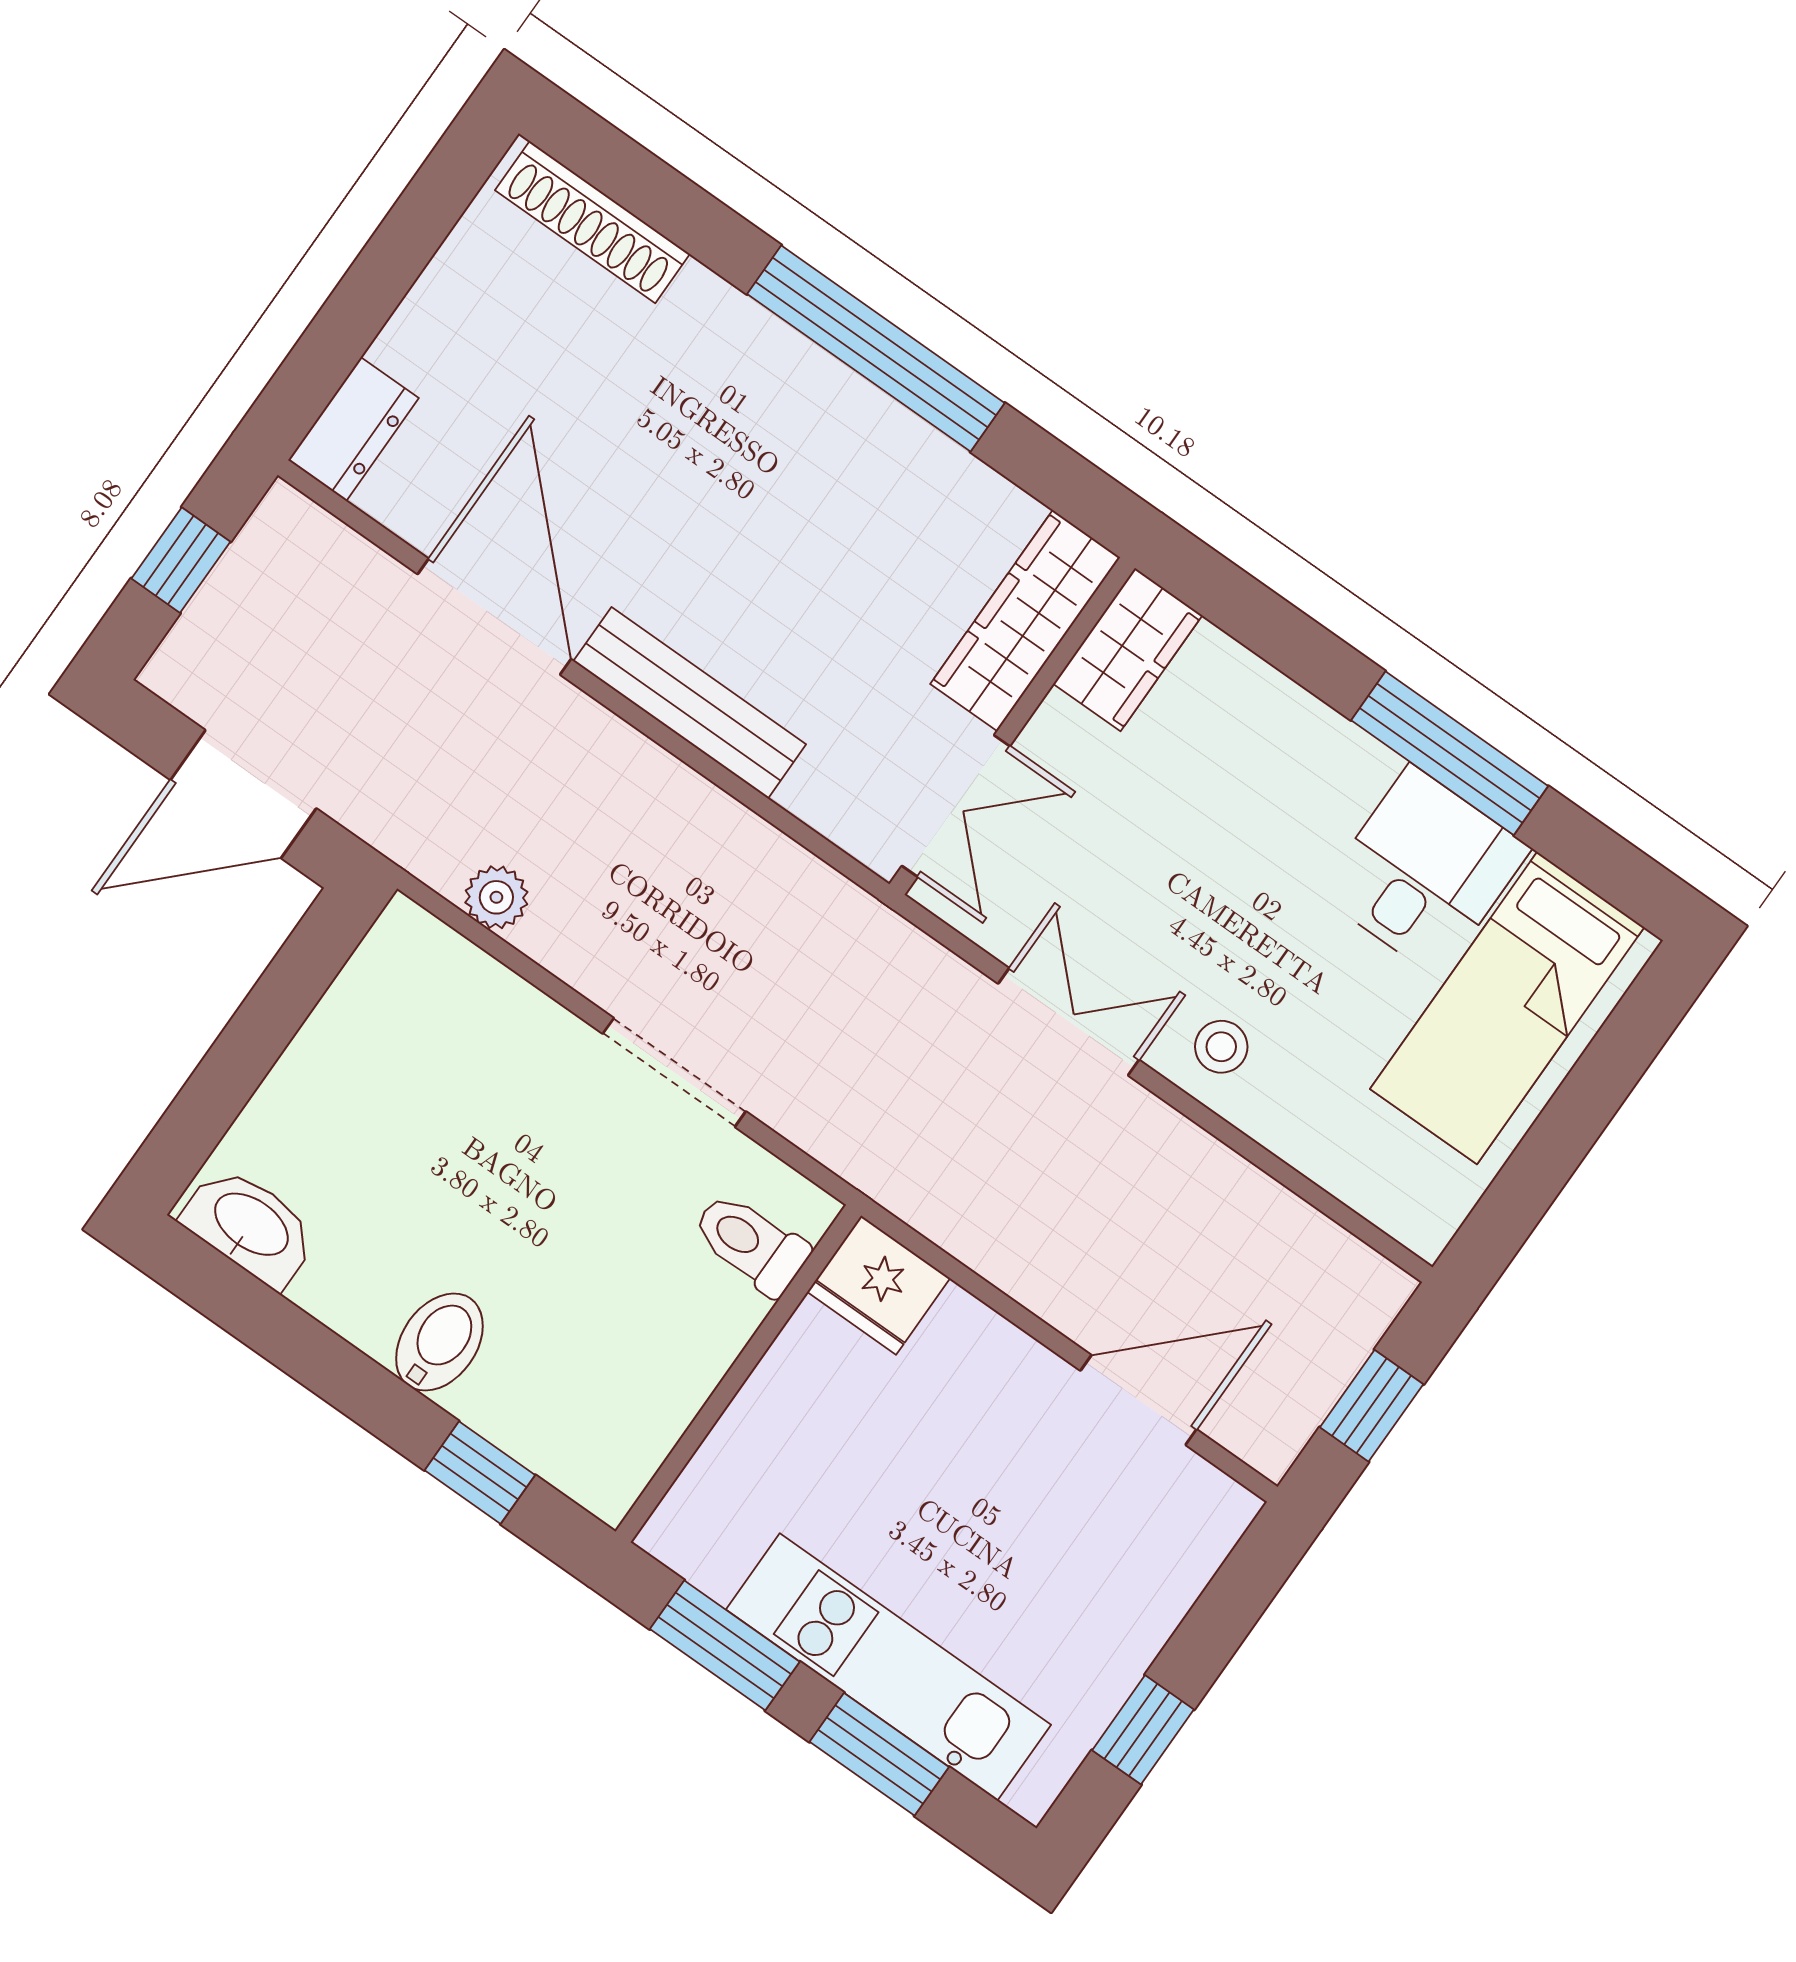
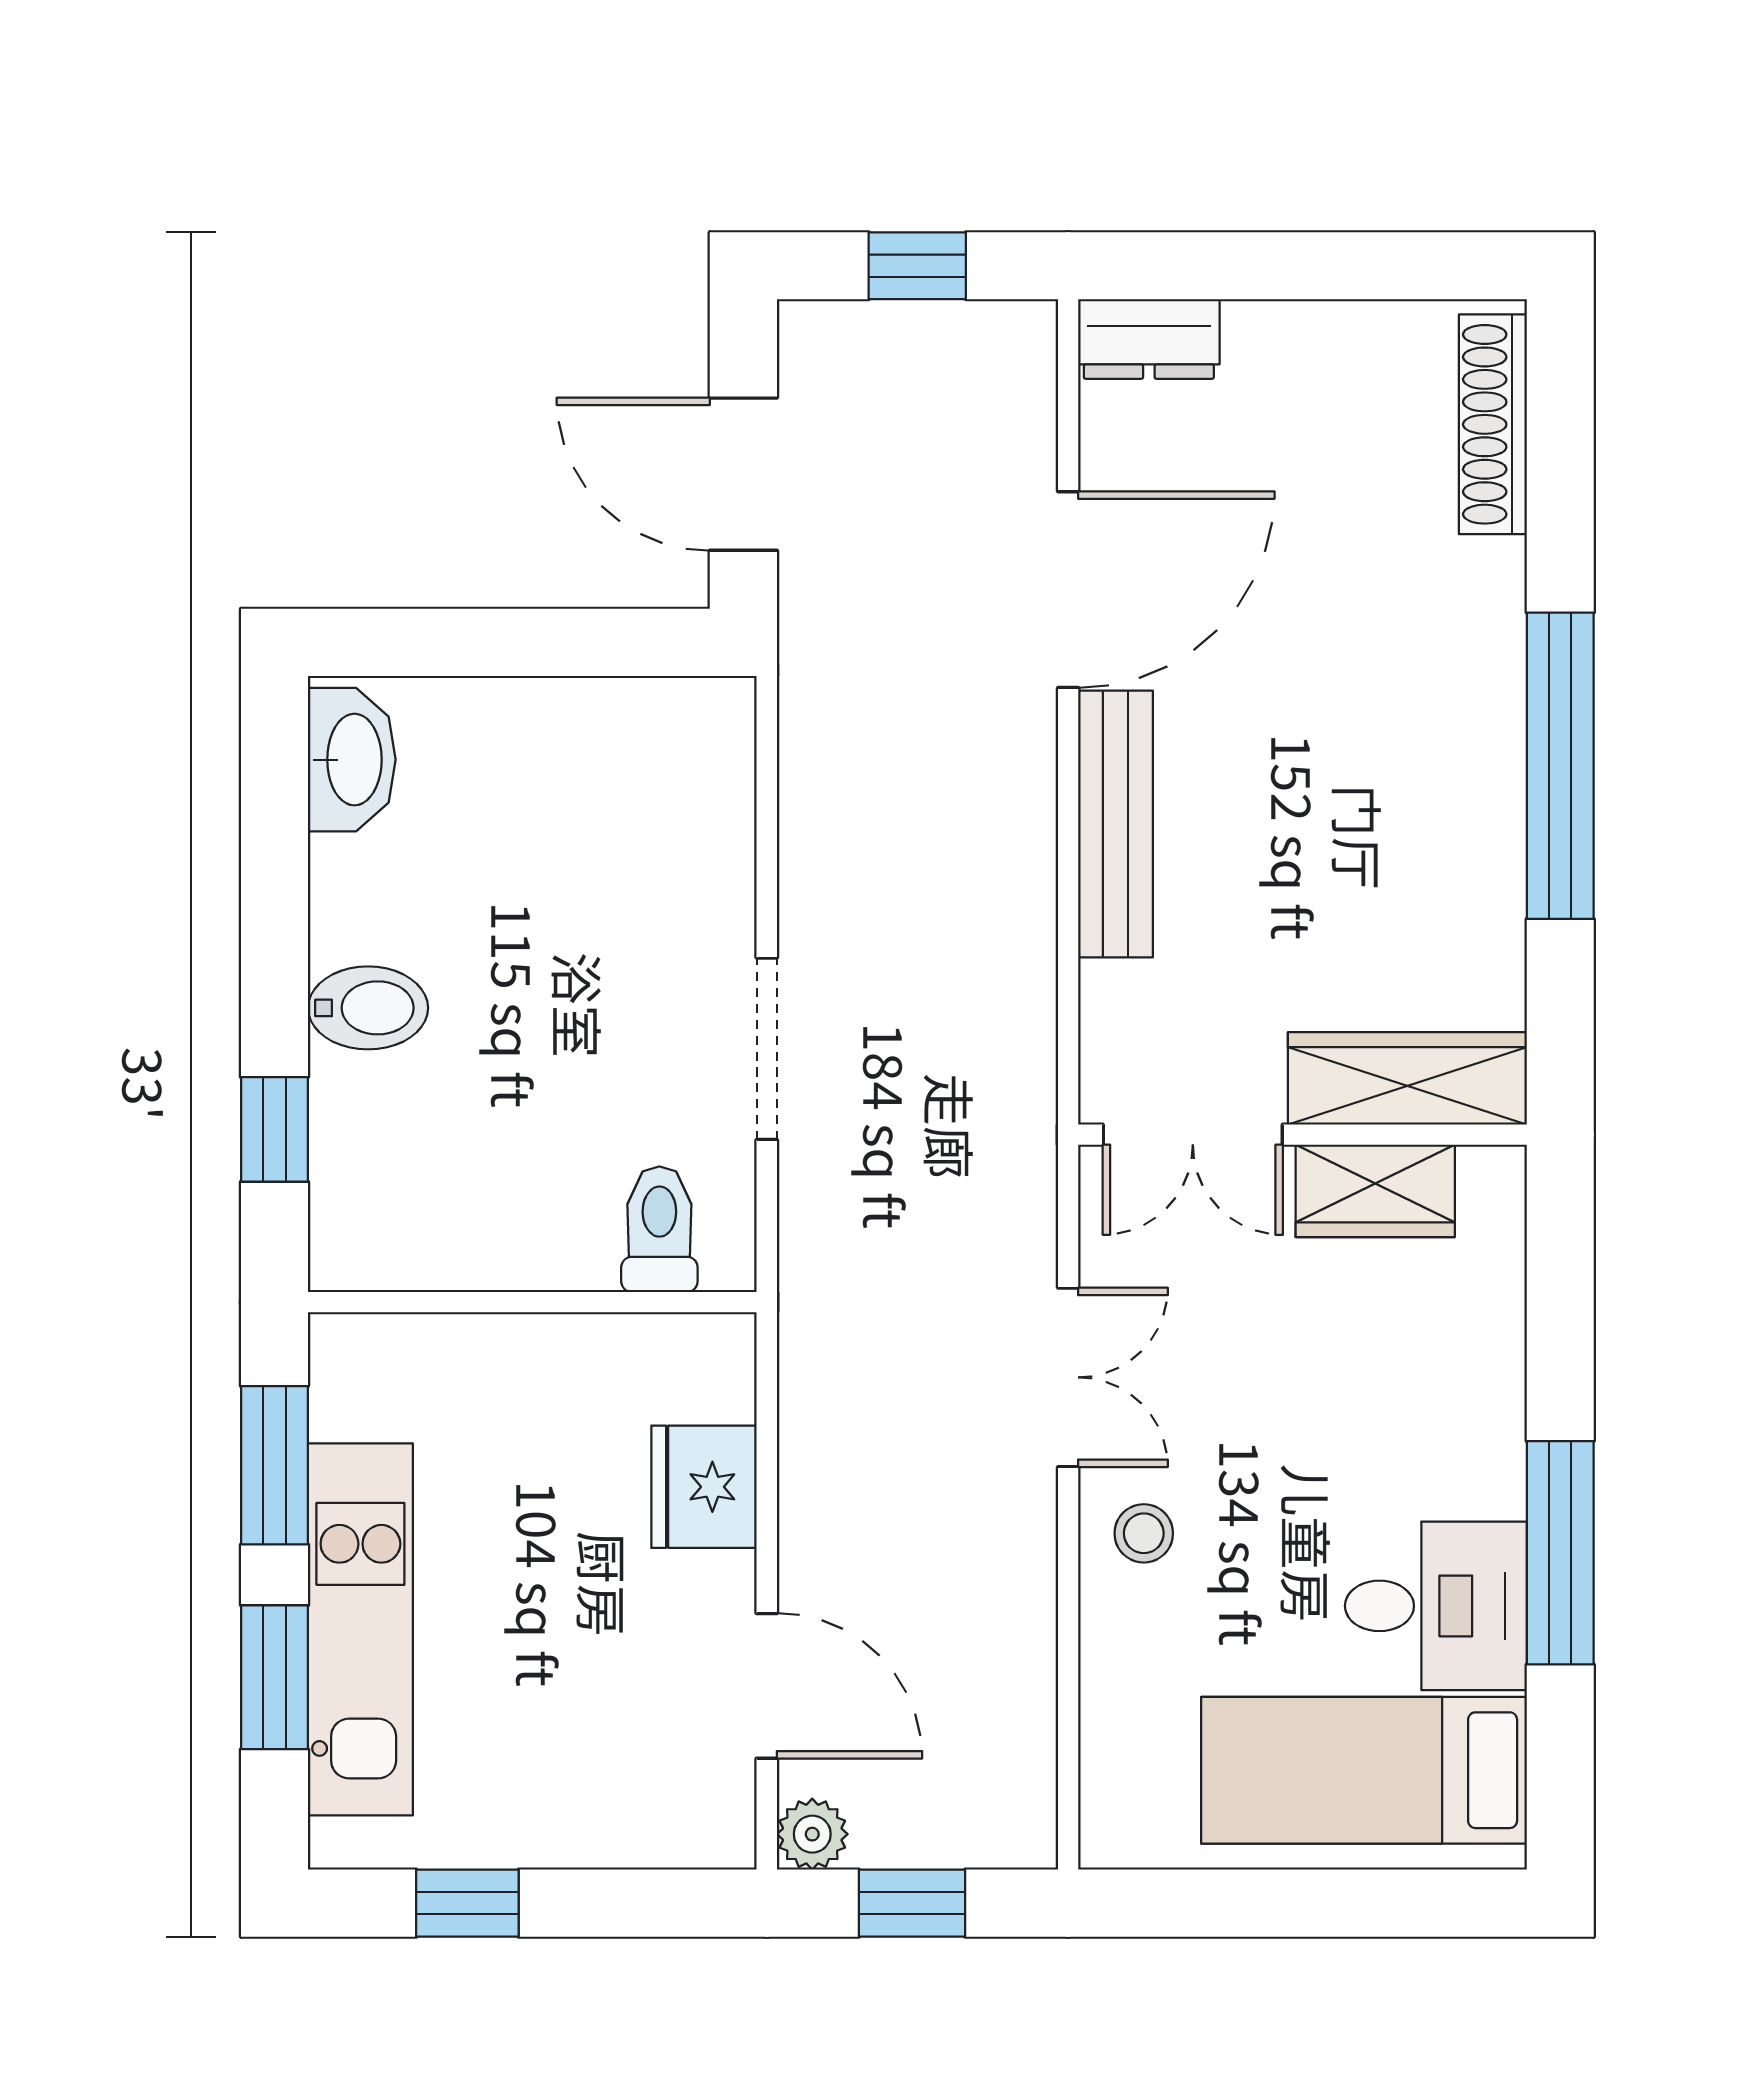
wardrobe: (1128, 650) -> (1375, 1191), moved
plant: (496, 897) -> (812, 1834), moved
fridge: (878, 1285) -> (704, 1487), moved

